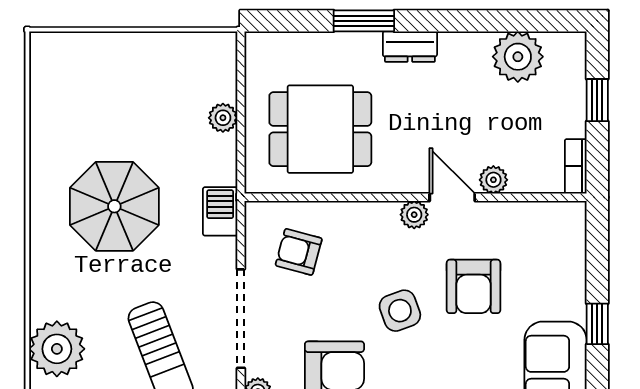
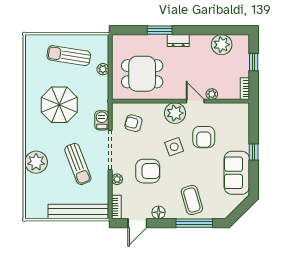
sun lounger: (138, 84) -> (69, 56), added
barbecue: (220, 211) -> (102, 120), moved
plant: (414, 215) -> (175, 113), width x1.88, depth x1.88

